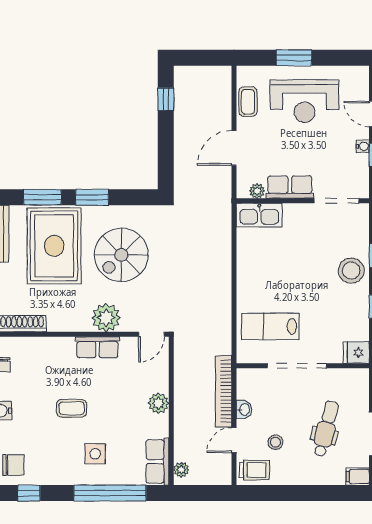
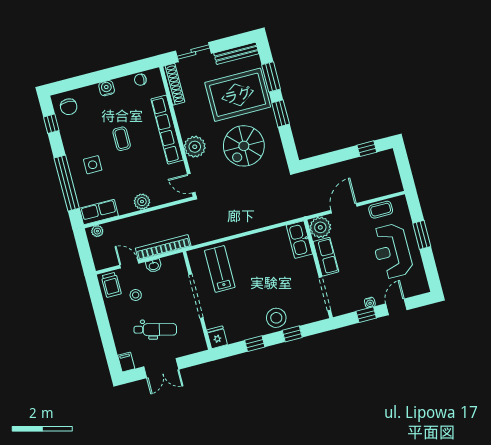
door: (234, 148) -> (344, 208), hinge flipped
plant: (257, 191) -> (320, 227), width x1.88, depth x1.88
spiral stairs: (121, 255) -> (244, 146), turned -90
row of seats: (97, 347) -> (167, 130), width x2.02

